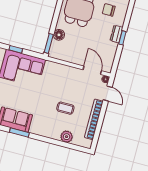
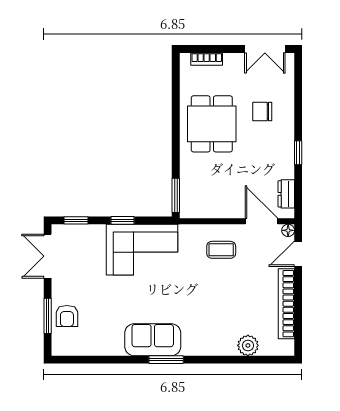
dresser: (116, 34) -> (286, 194), moved
floor lamp: (59, 35) -> (189, 176), removed
door: (108, 93) -> (298, 254), swing flipped
coffee table: (65, 108) -> (221, 250), moved

